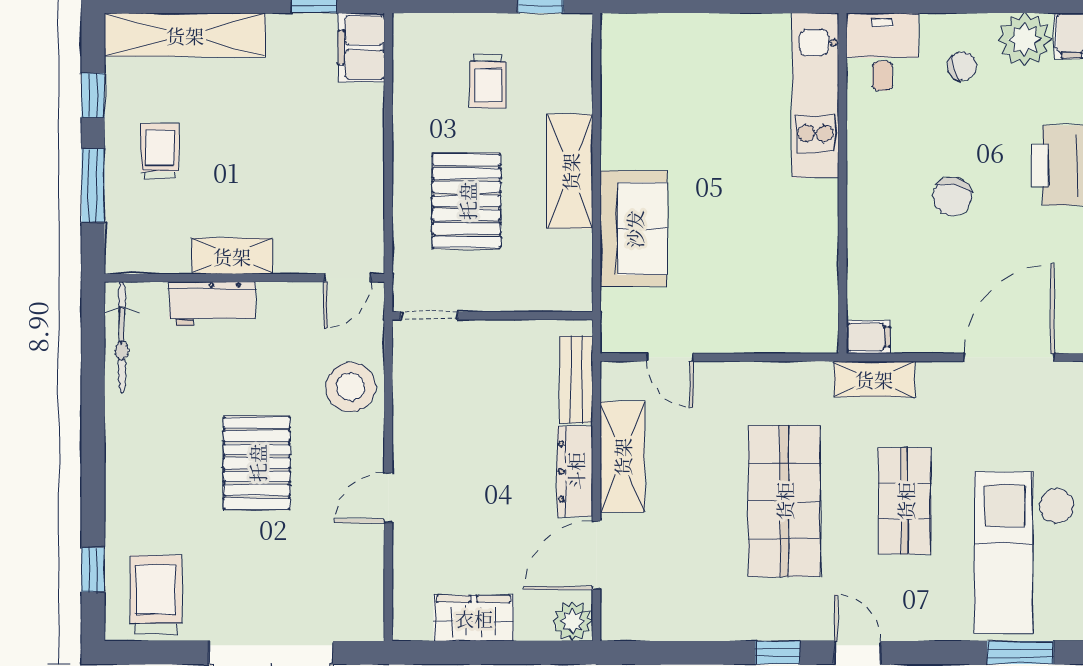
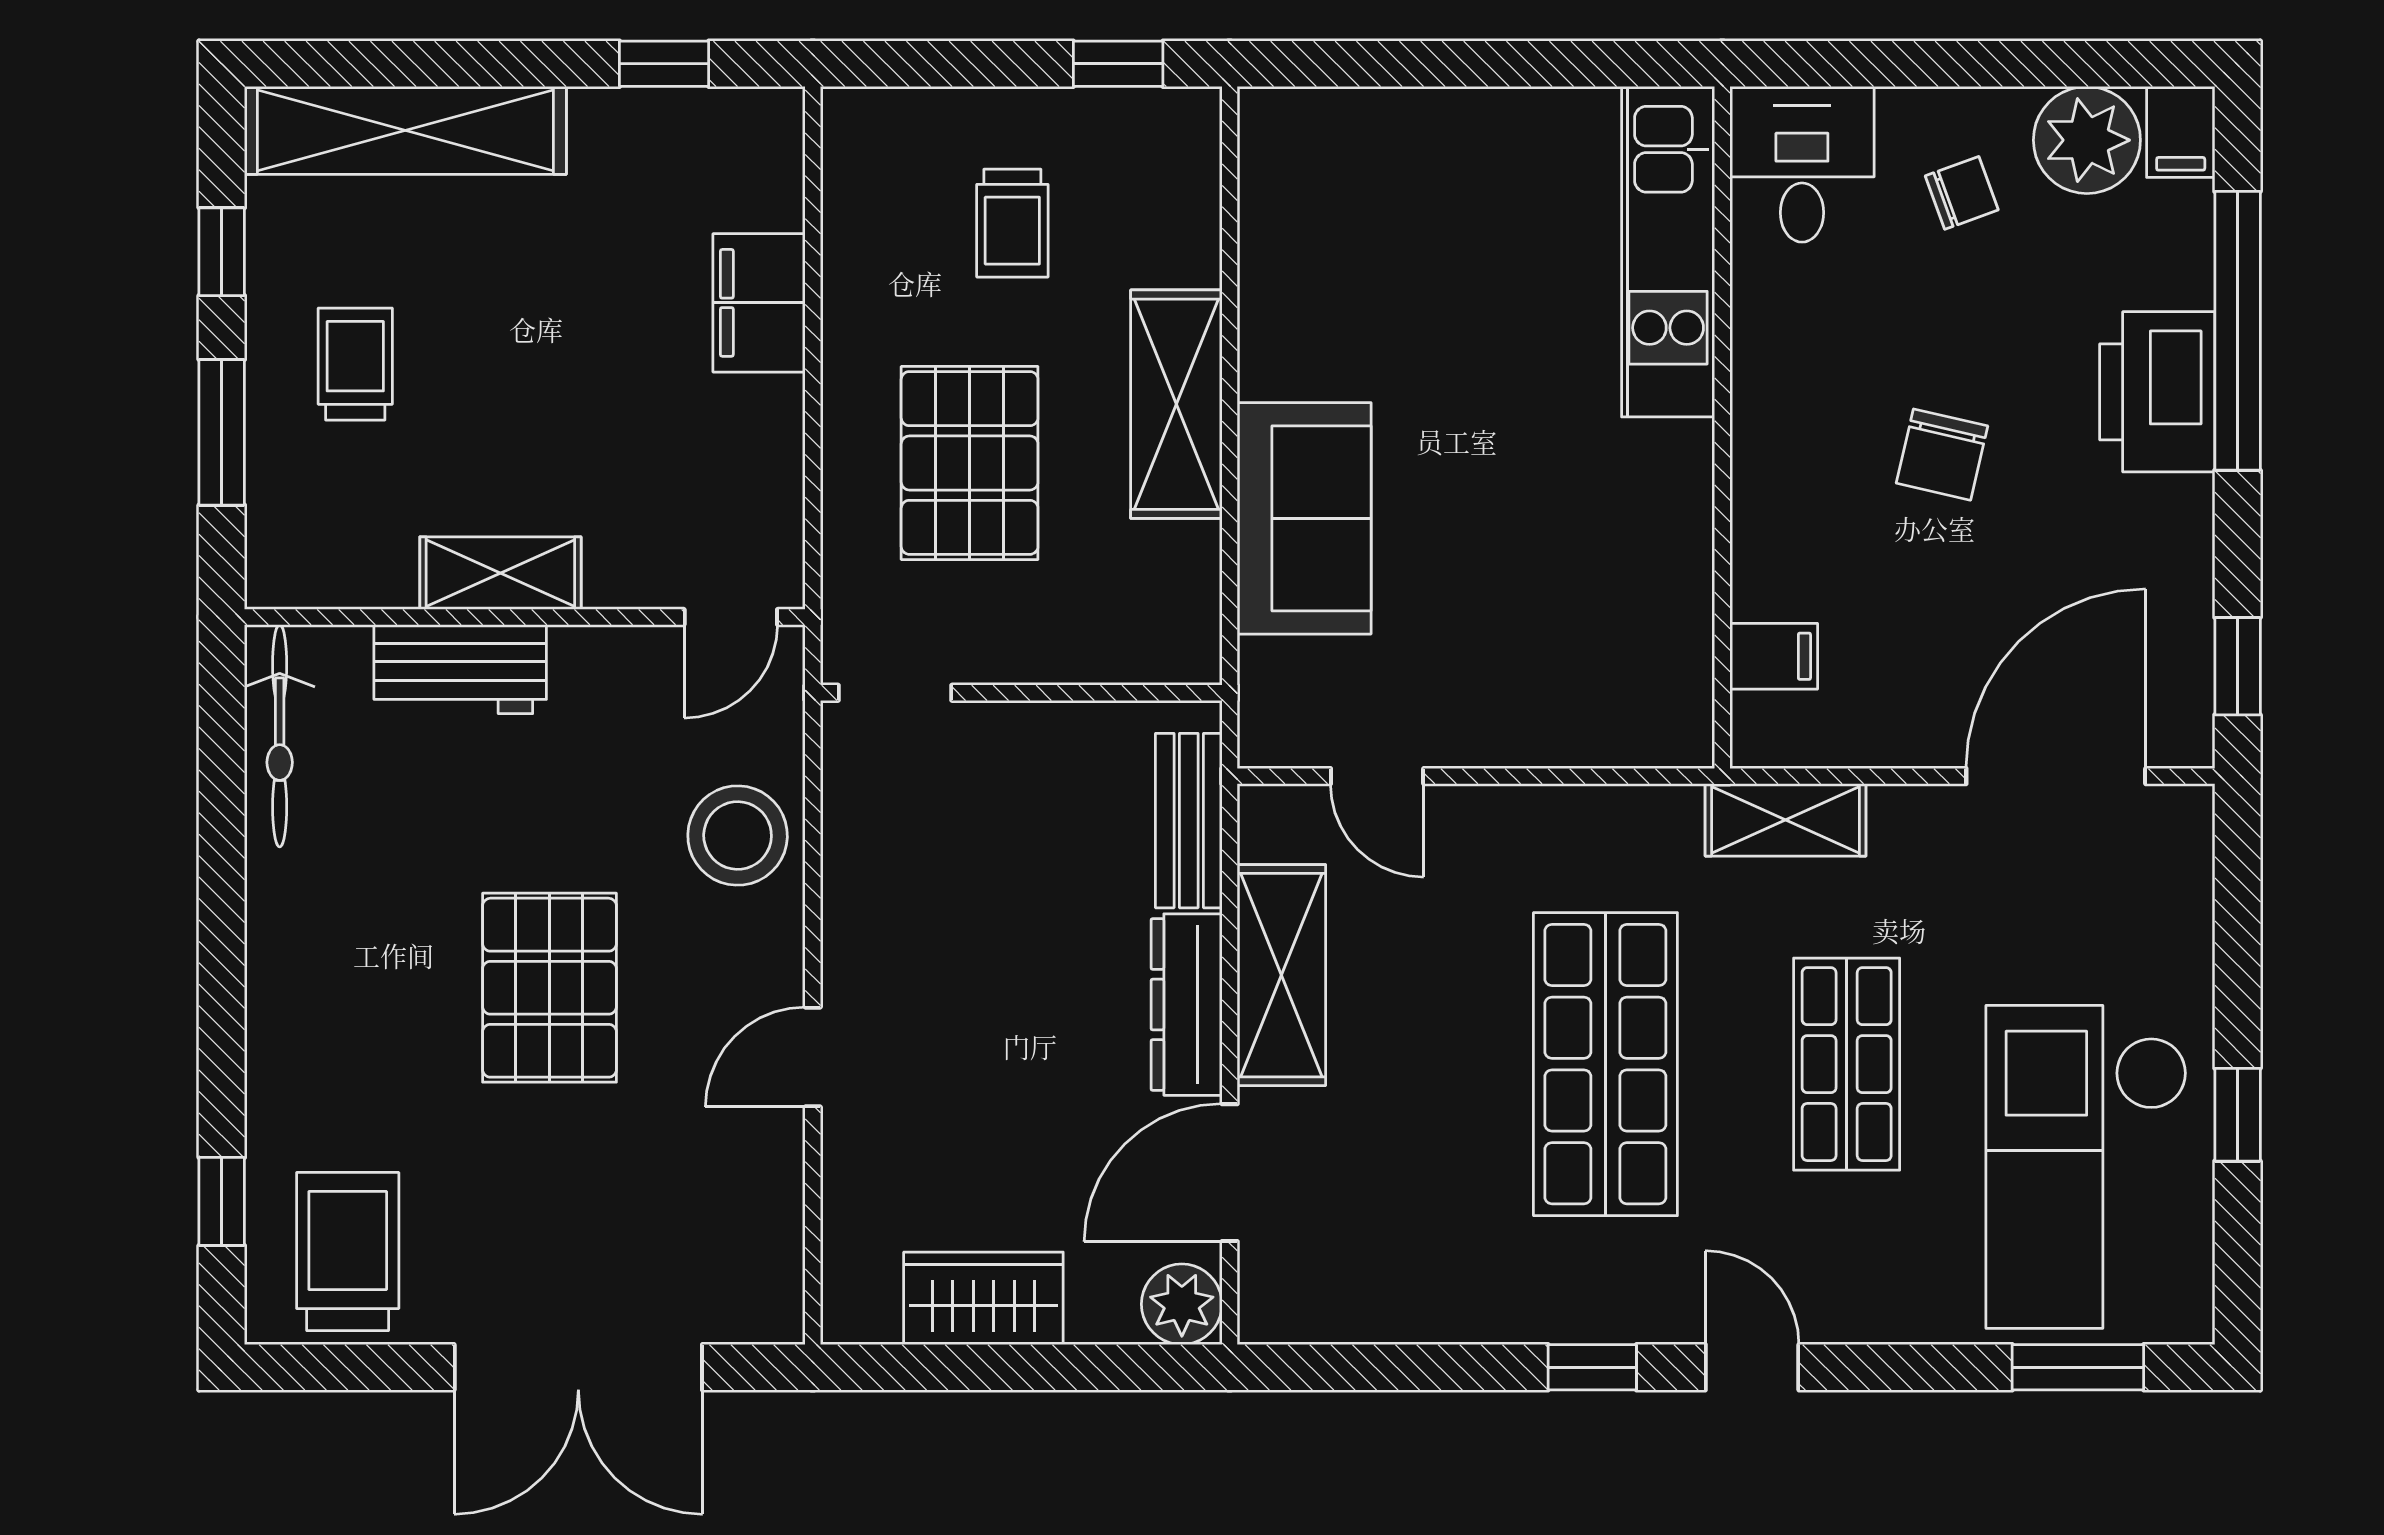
filing cabinet: (361, 47) -> (759, 303), moved
filing cabinet: (868, 337) -> (1774, 656), moved

